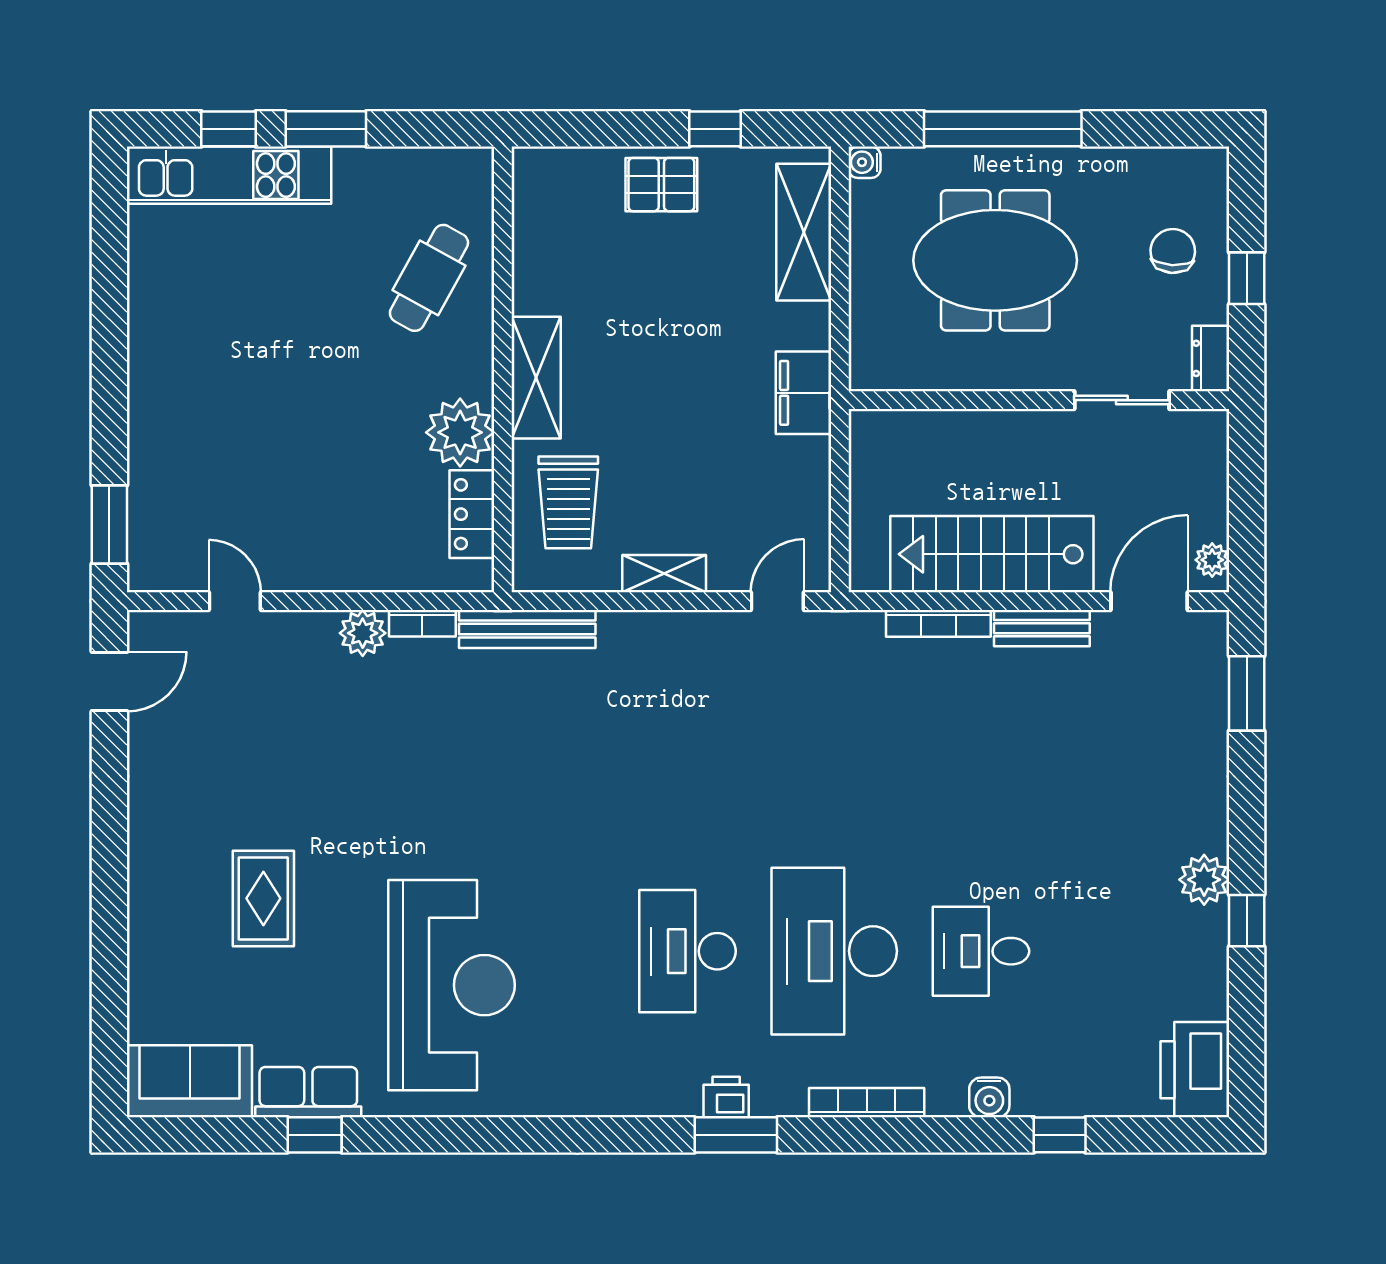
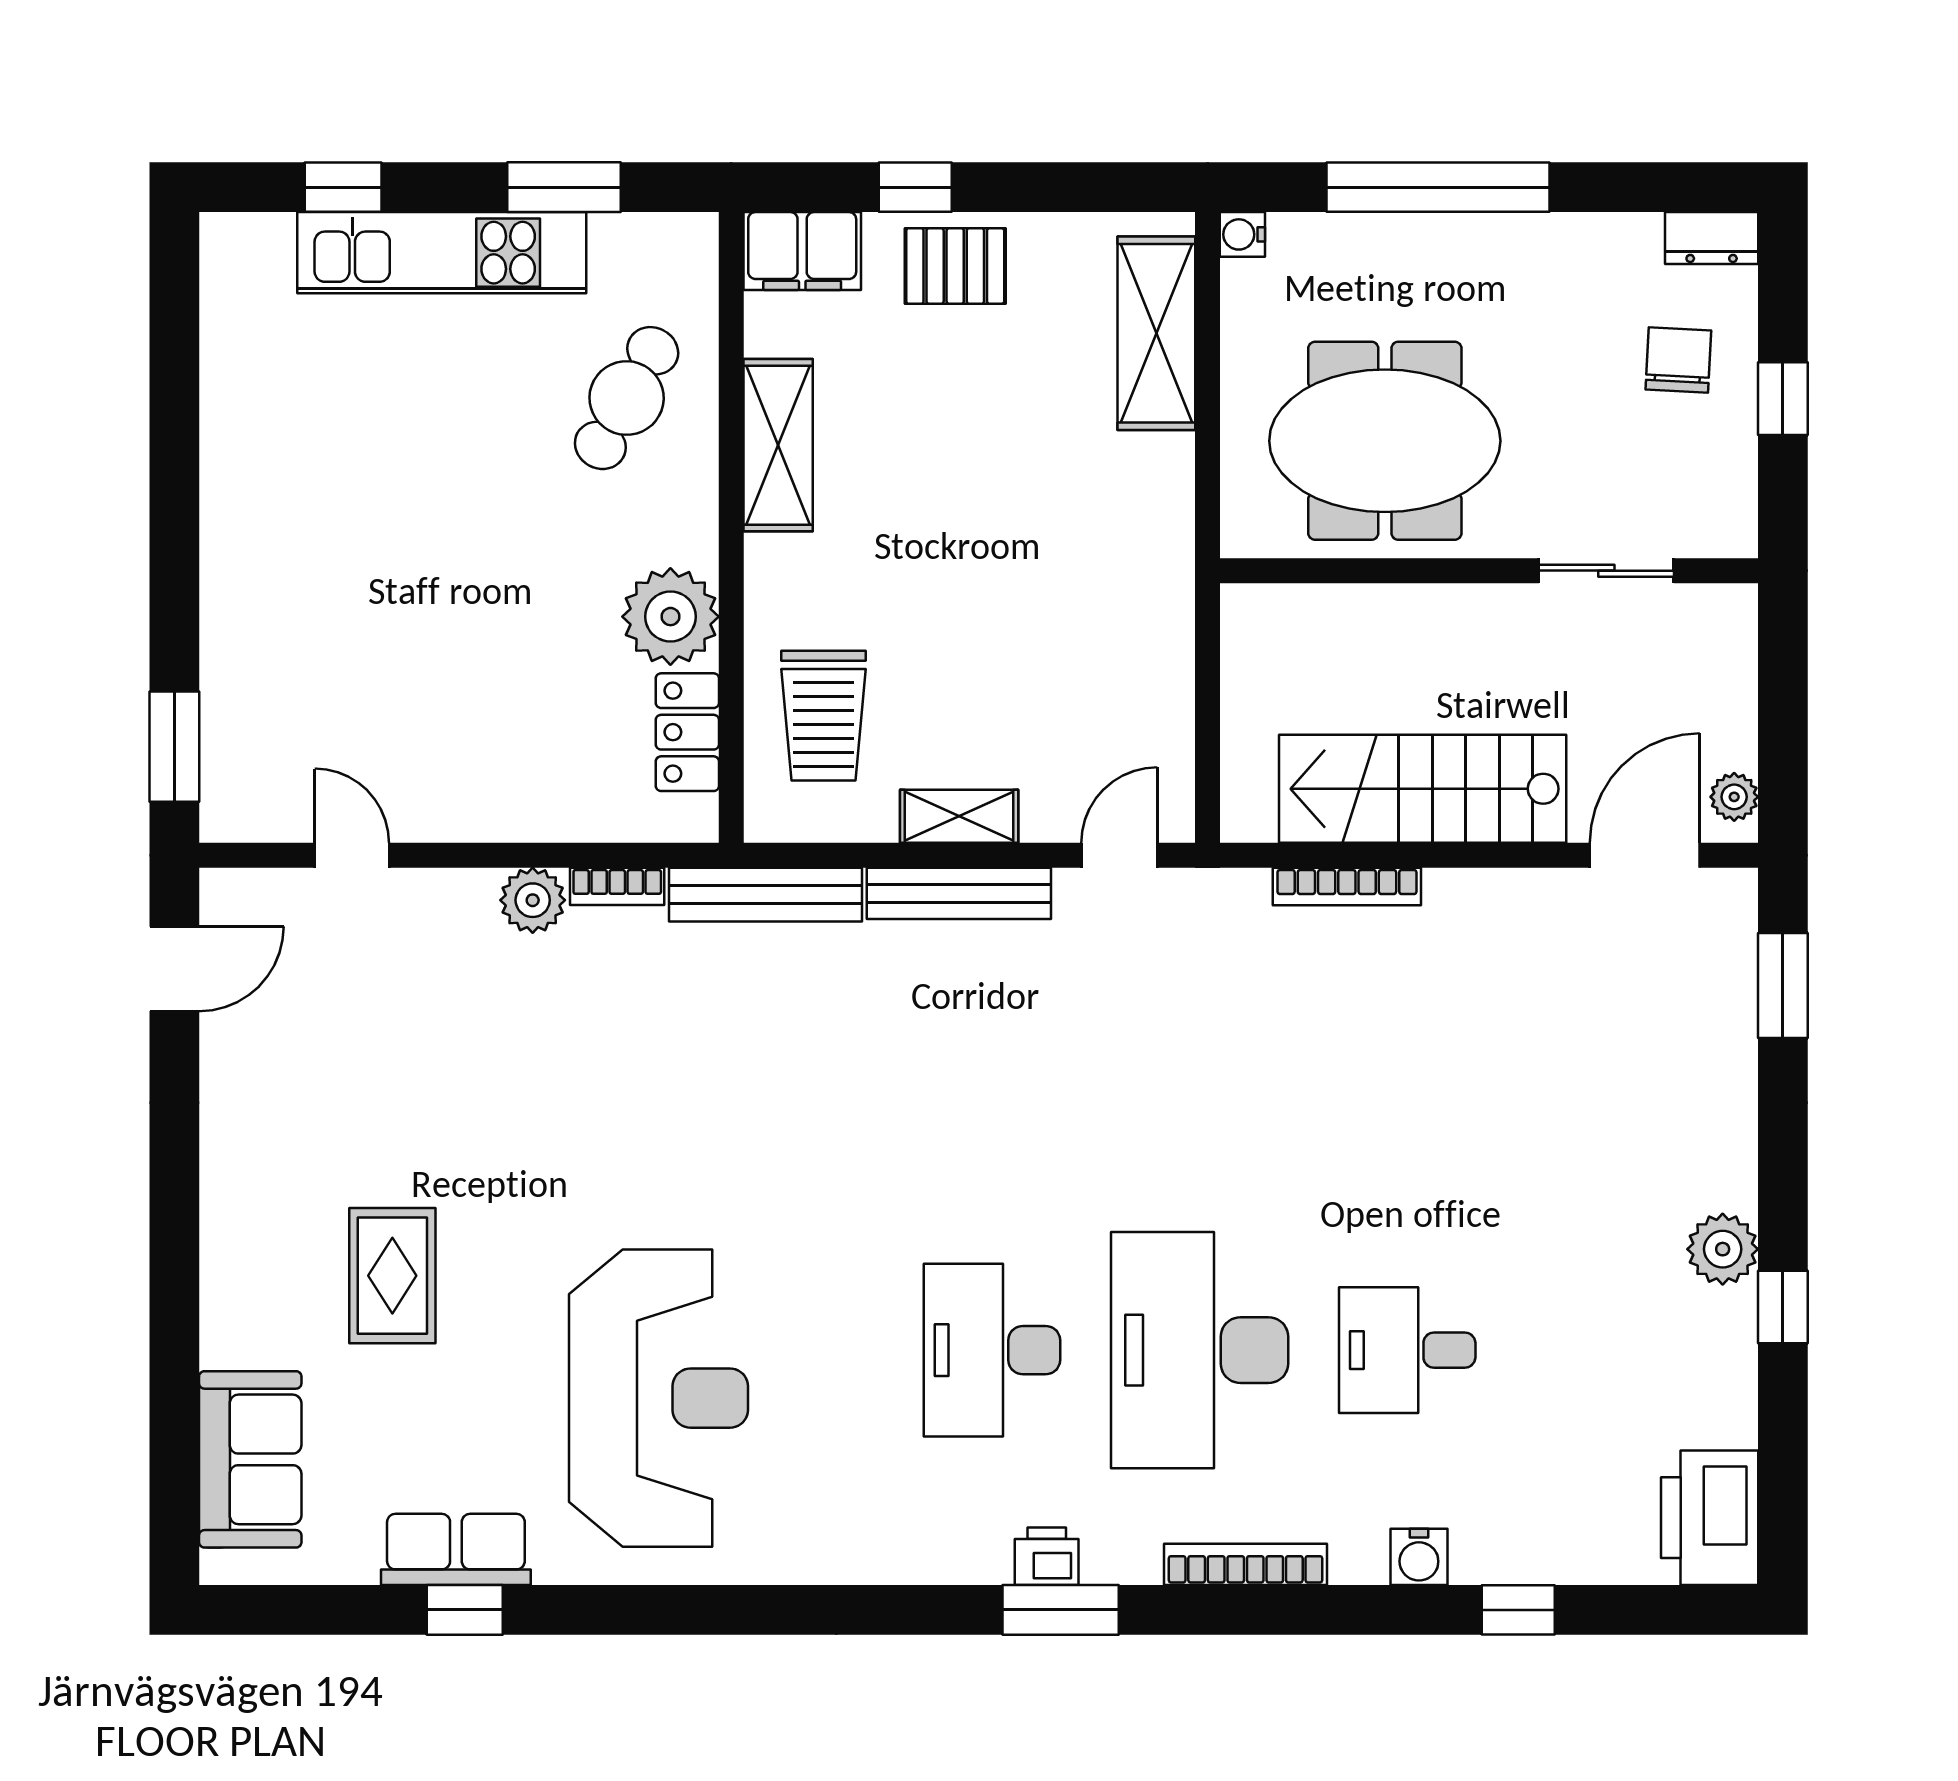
window: (326, 129) -> (564, 187), moved
window: (715, 129) -> (915, 187), moved
kitchen unit: (229, 175) -> (442, 253), moved
meeting table: (995, 260) -> (1385, 441), moved
dresser: (1211, 358) -> (1712, 238), moved, turned -90
shelving: (536, 378) -> (778, 445), moved
filing cabinet: (803, 393) -> (802, 251), moved, turned -90
bench: (1042, 628) -> (959, 893), moved, width x1.36
sofa: (190, 1081) -> (250, 1459), moved, turned 90

